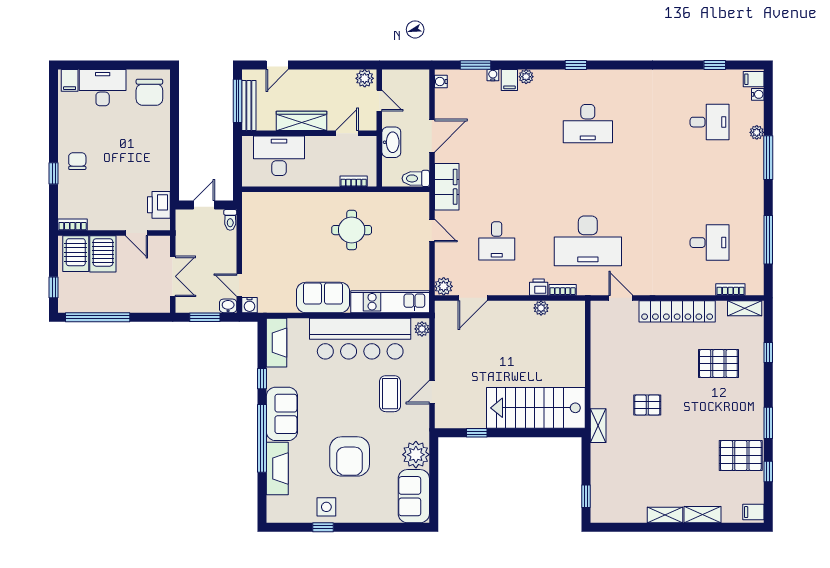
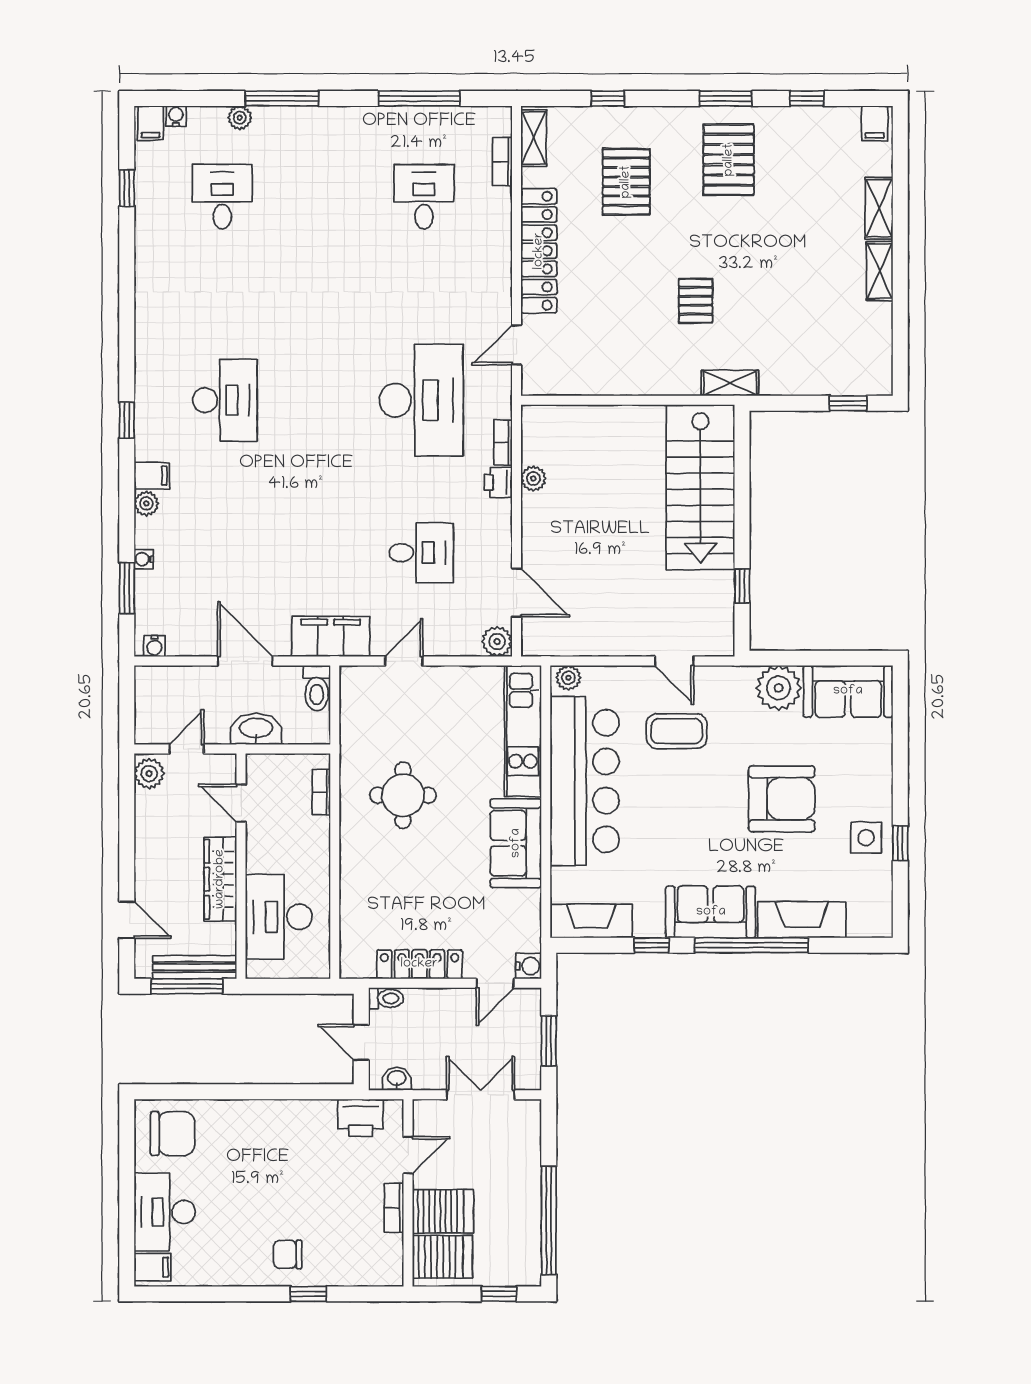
filing cabinet: (509, 80) -> (152, 476), moved
bookcase: (73, 225) -> (394, 1208), moved
locker: (251, 240) -> (419, 964), added
washbasin: (228, 306) -> (397, 1079), moved, turned 90
pallet: (741, 456) -> (729, 160), moved

